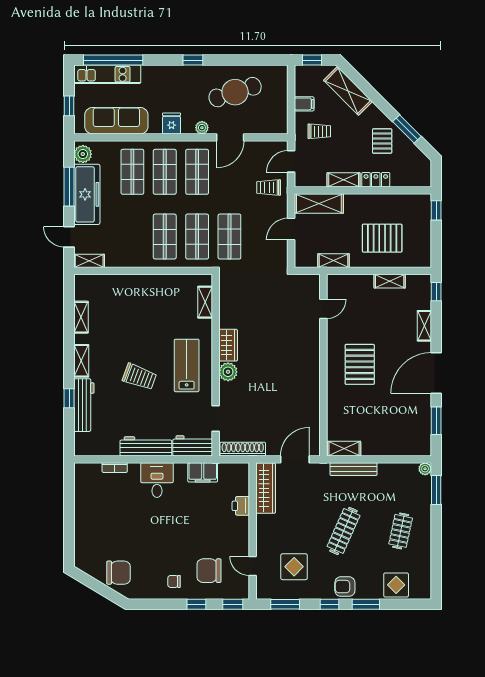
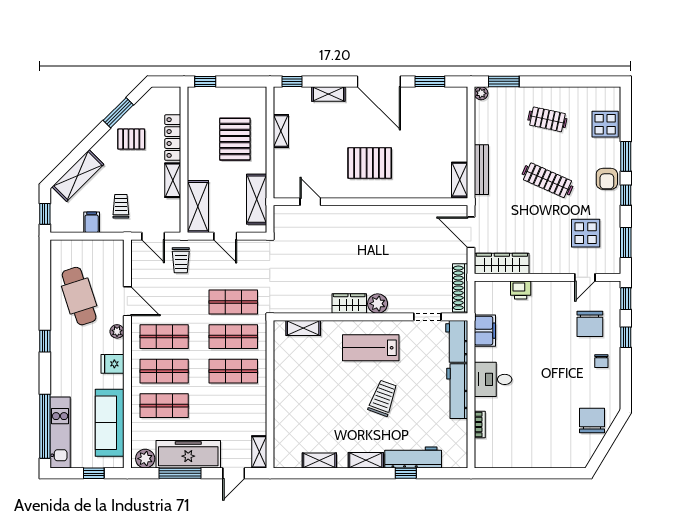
locker: (376, 180) -> (173, 138), width x1.53
shelving: (334, 261) -> (257, 199), width x1.50, depth x1.33

